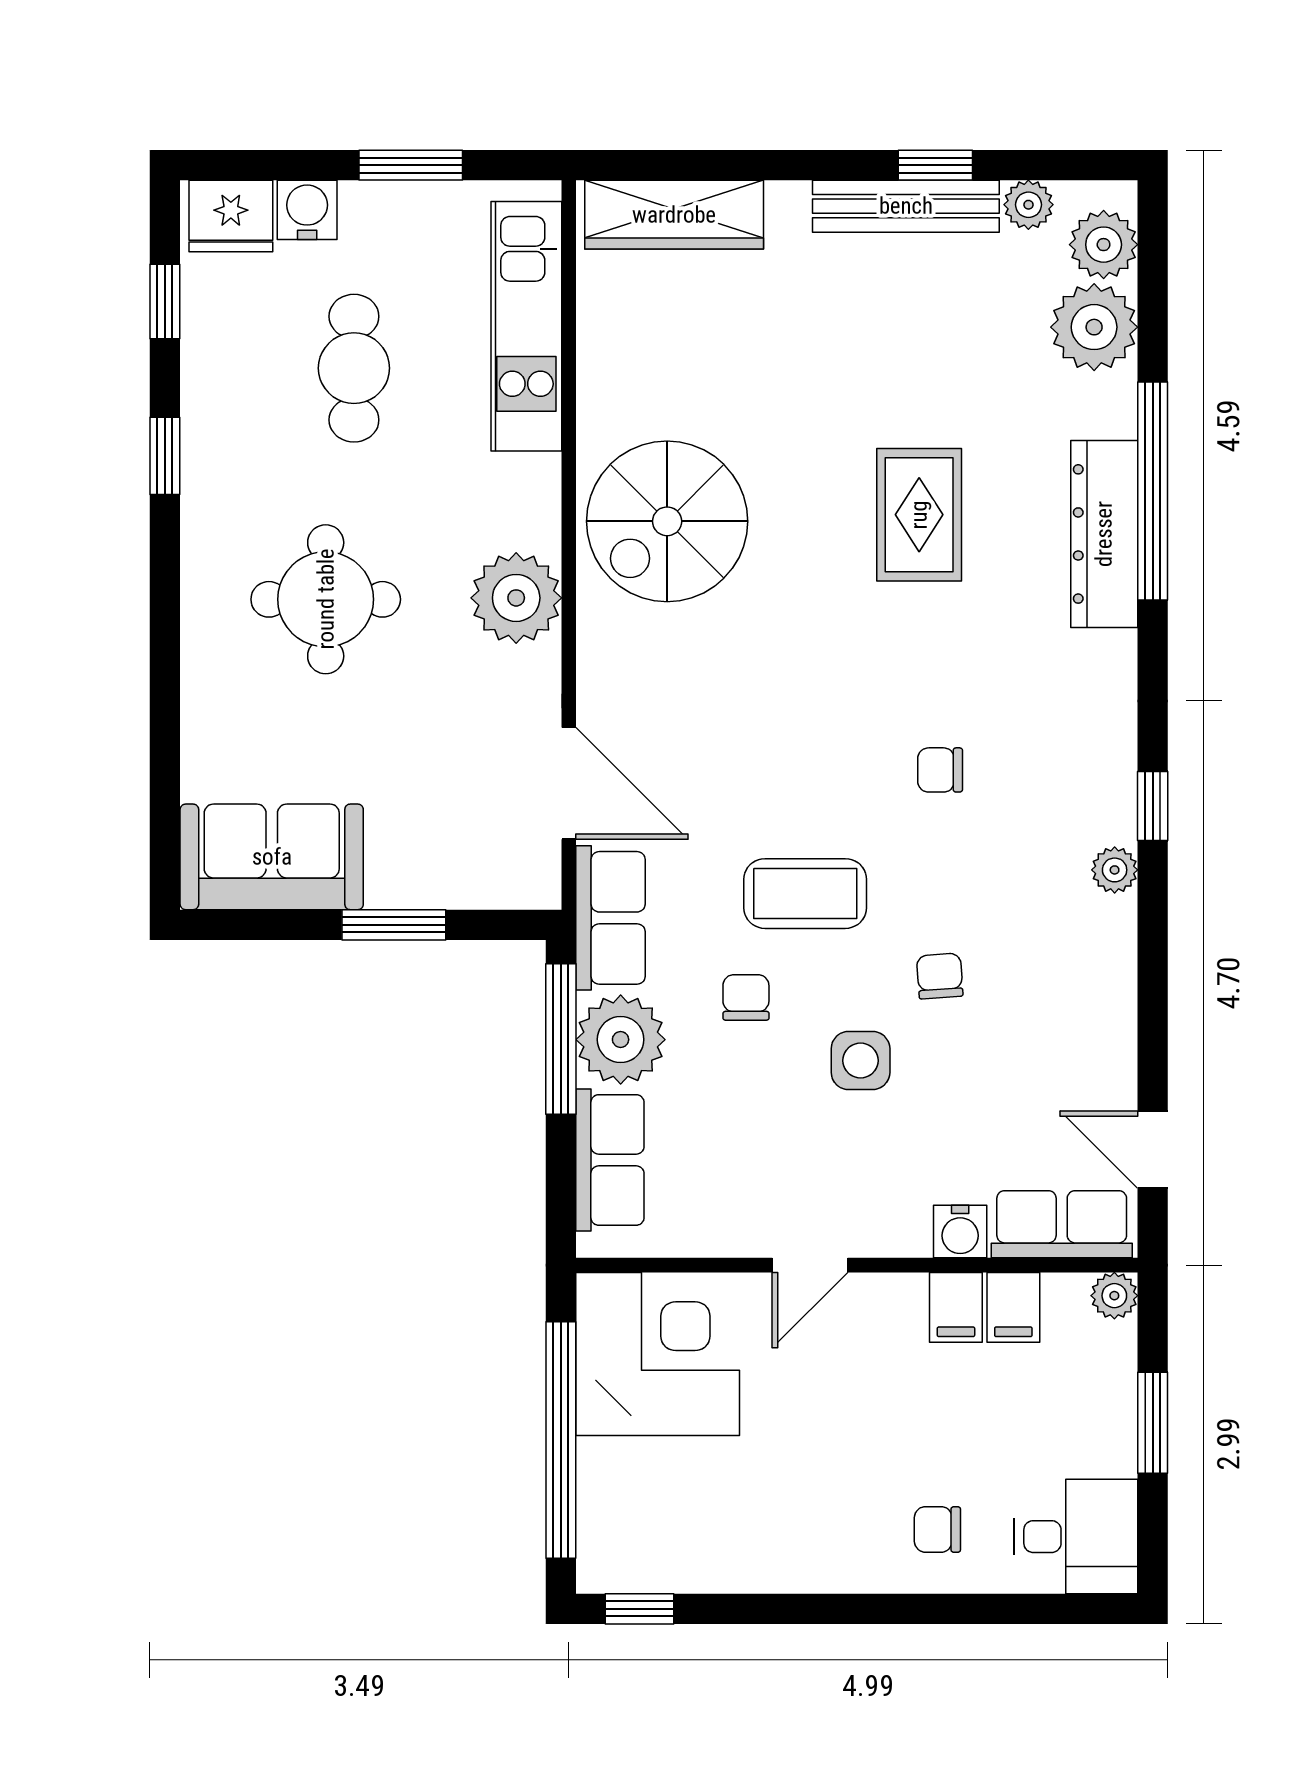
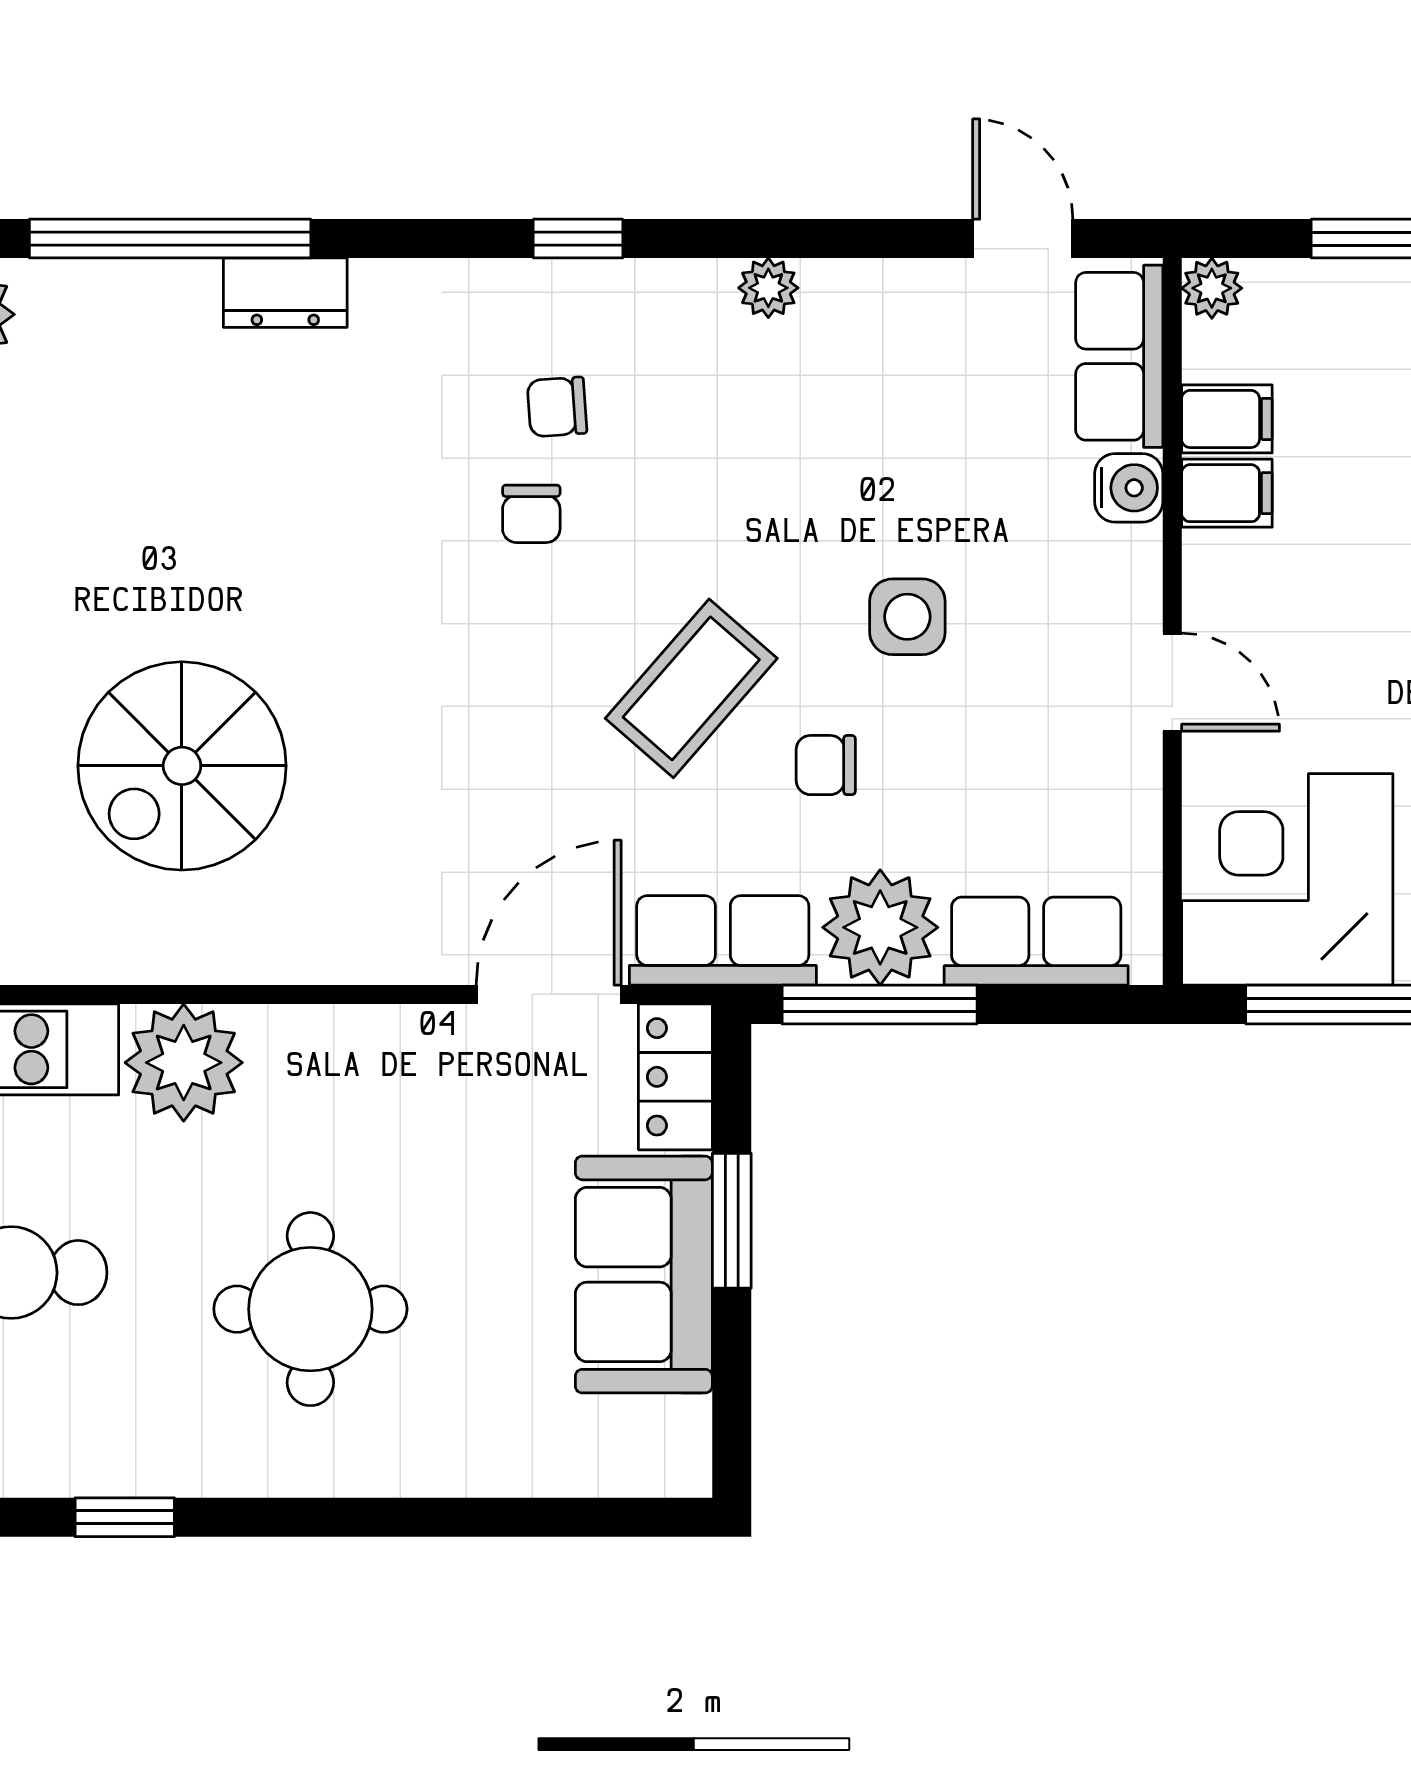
rug: (919, 515) -> (201, 541), removed
spiral stairs: (667, 521) -> (182, 766), moved, turned 90
dresser: (1104, 534) -> (285, 293), width x0.51, depth x0.80
plant: (516, 598) -> (184, 1063), moved
sofa: (272, 857) -> (644, 1275), moved
plant: (1115, 870) -> (768, 288), moved
locker: (505, 881) -> (675, 1077), added
coffee table: (805, 894) -> (691, 688), turned 41
chair: (940, 976) -> (557, 407), moved
door: (1153, 1150) -> (1023, 239), swing flipped

